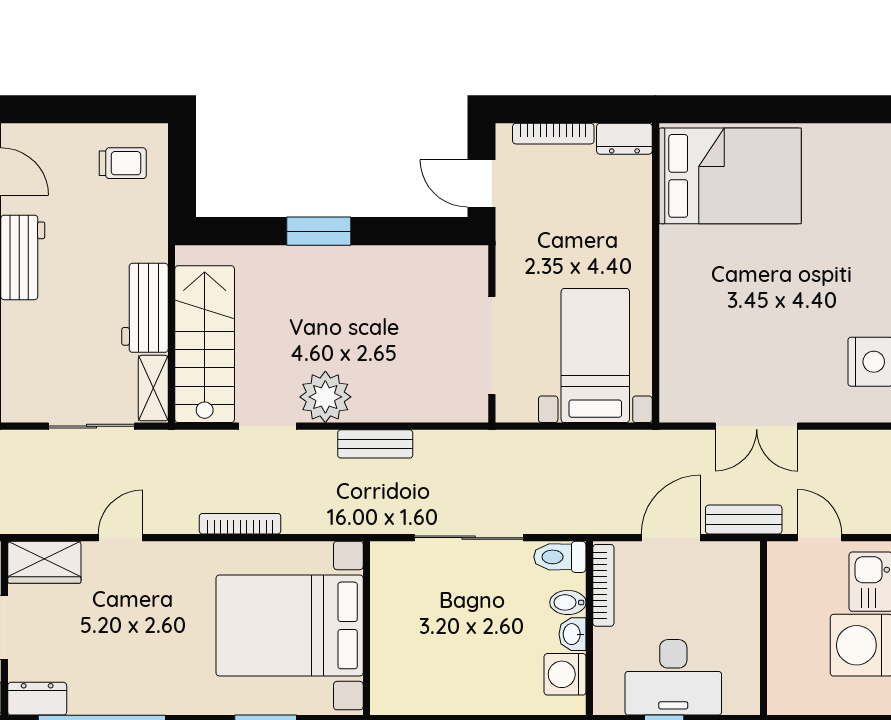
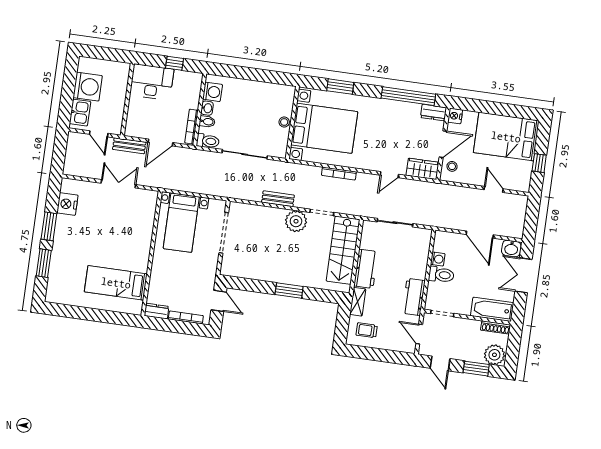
bed: (730, 176) -> (116, 283), width x0.67
shelving: (153, 388) -> (358, 302), moved
stool: (386, 627) -> (284, 122), added
desk: (673, 677) -> (152, 82), moved

